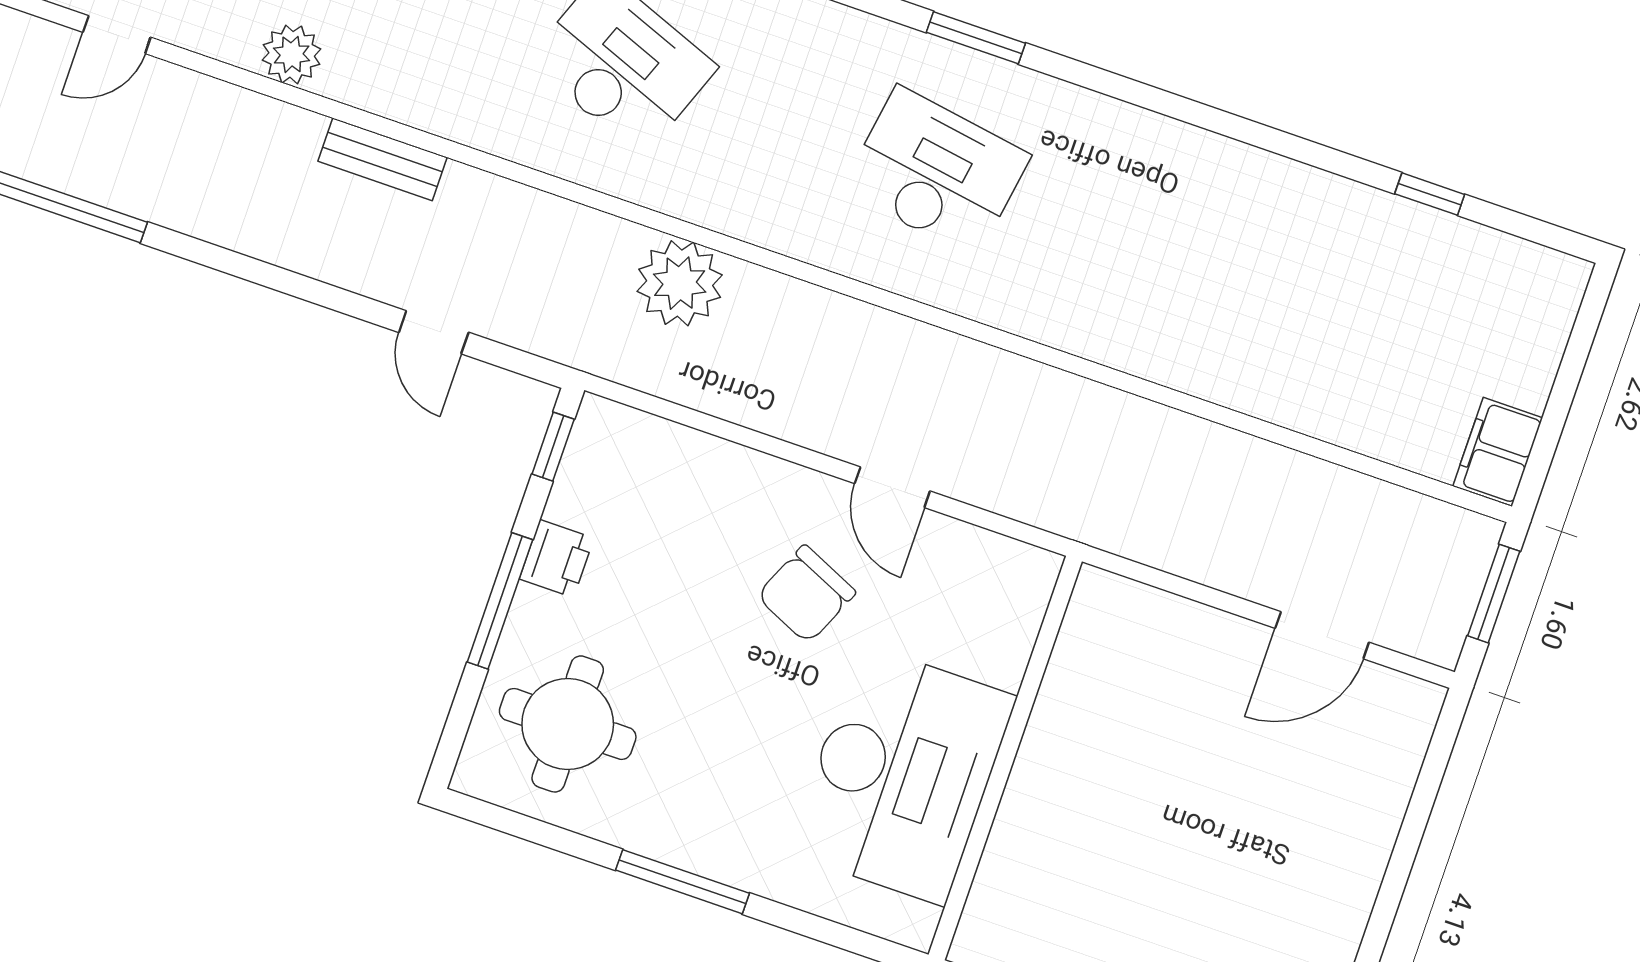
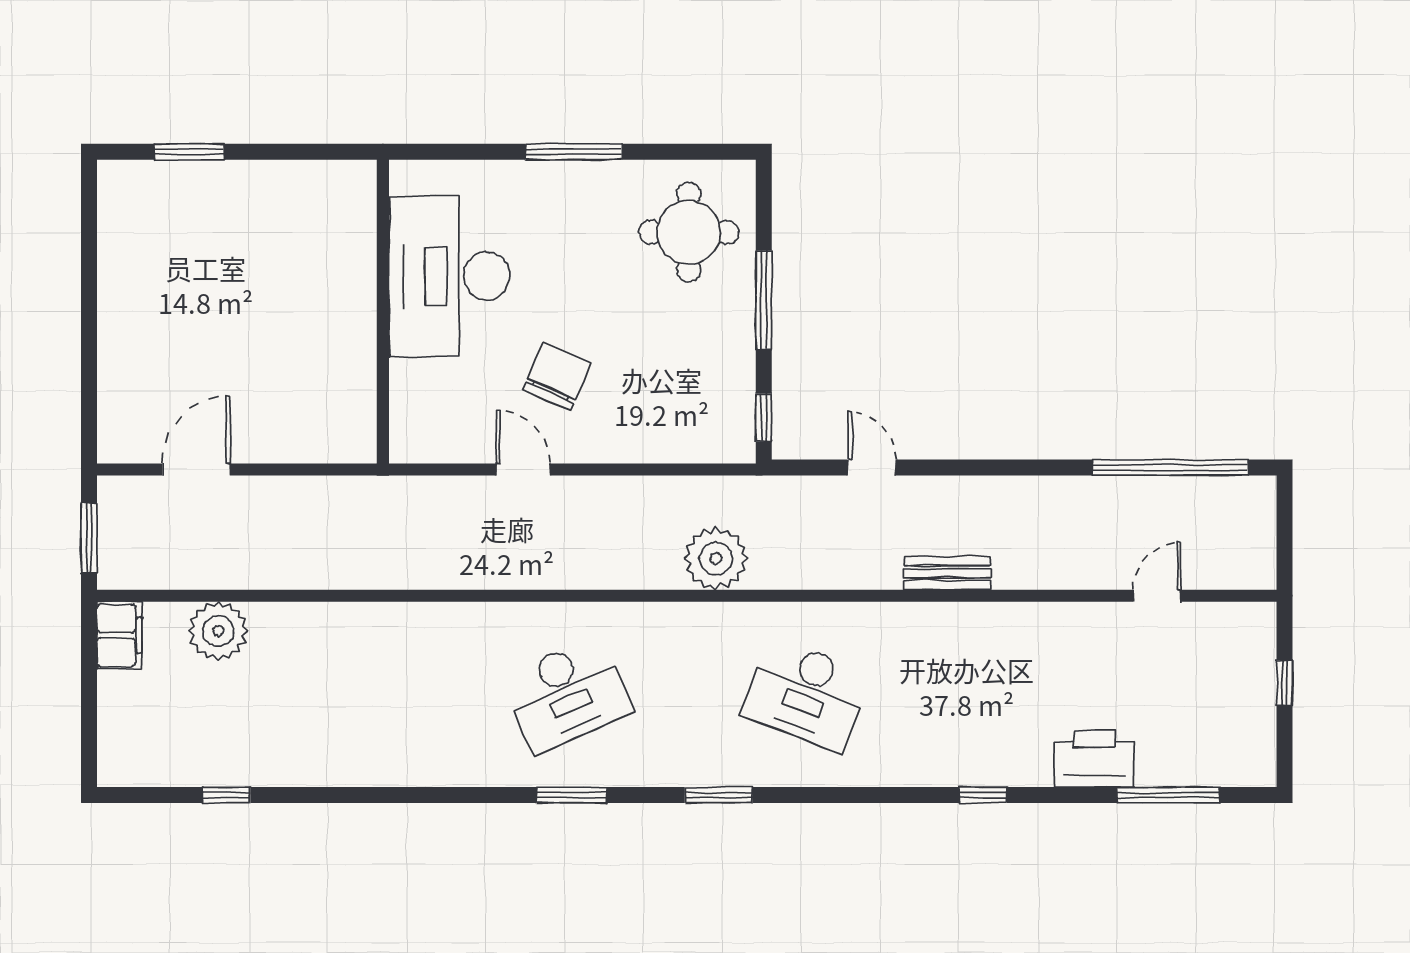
plant: (292, 54) -> (218, 631), moved, width x1.36, depth x1.36
desk: (936, 172) -> (567, 694), turned -33
printer: (557, 558) -> (735, 342), removed

